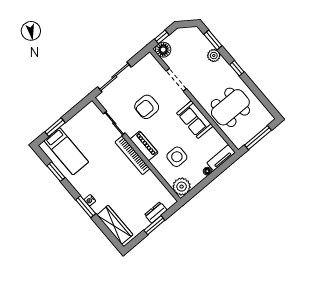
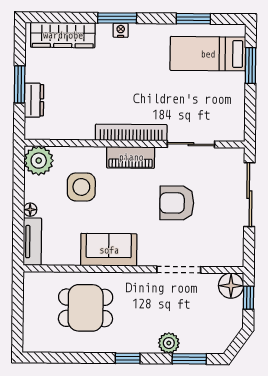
armchair: (147, 107) -> (177, 203), turned -90
dining table: (230, 107) -> (86, 308), width x0.73
window: (258, 138) -> (18, 310), removed

